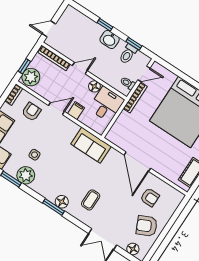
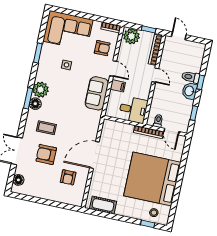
toilet: (128, 54) -> (191, 77), moved
window: (24, 66) -> (149, 29), moved
floor lamp: (94, 86) -> (144, 94), removed
sofa: (91, 145) -> (97, 93), moved
plant: (26, 175) -> (41, 90), moved
armchair: (147, 226) -> (46, 154), moved, turned -65

